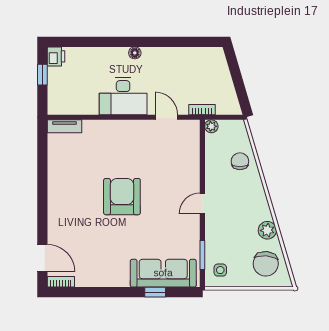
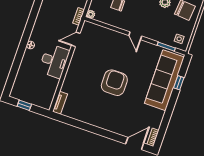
printer: (56, 56) -> (16, 93), removed
armchair: (122, 197) -> (114, 83), turned 90
sofa: (163, 273) -> (164, 80), width x1.36, depth x1.27

